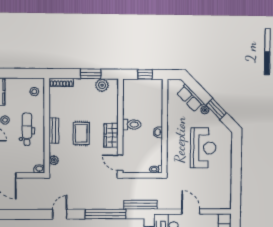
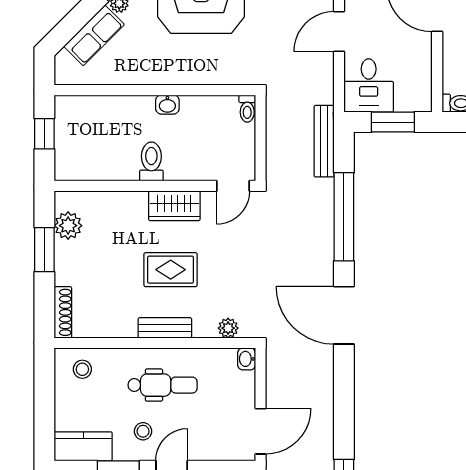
dental chair: (27, 129) -> (163, 385), turned 180
door: (60, 214) -> (344, 315), width x1.87

